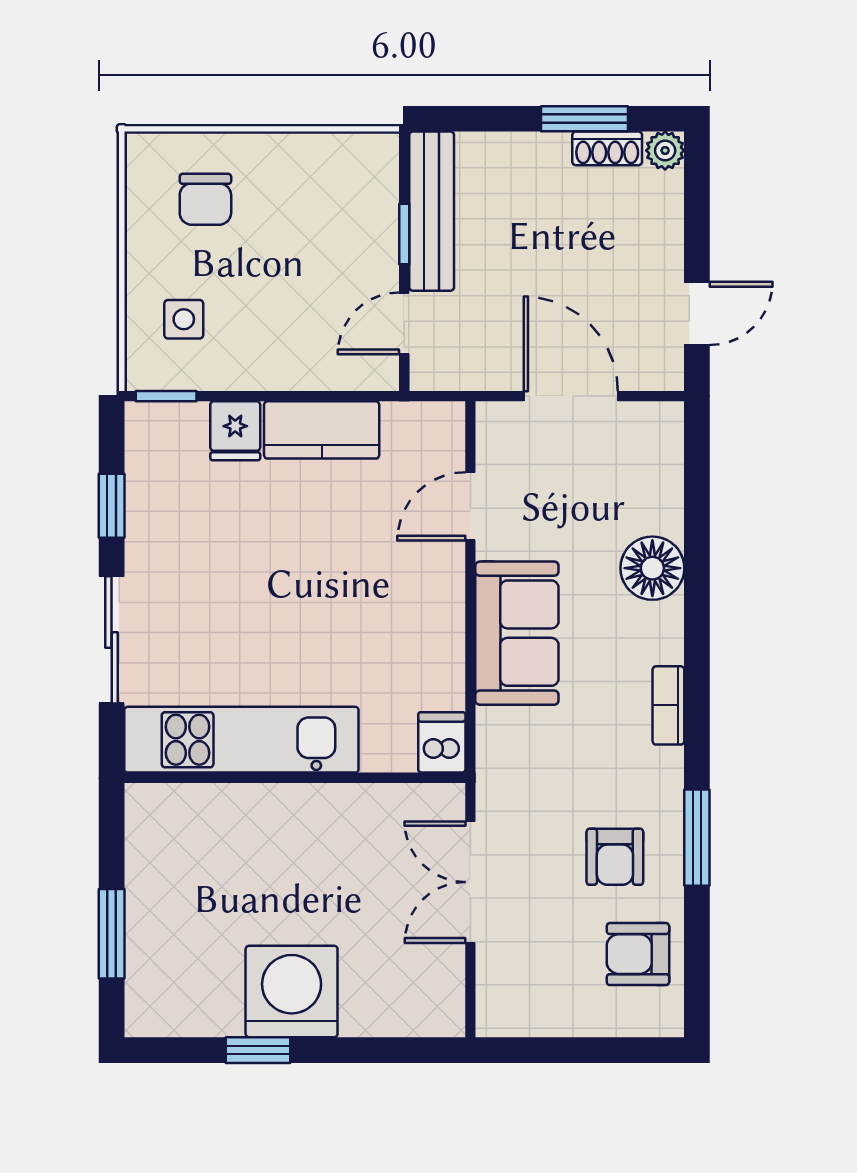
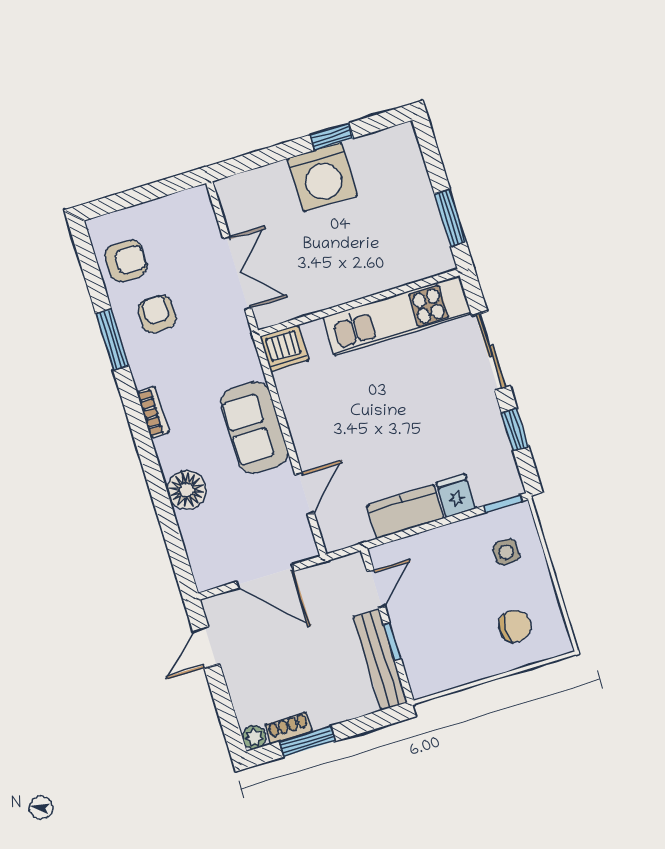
chair: (205, 199) -> (515, 626), turned 90
dishwasher: (442, 742) -> (284, 348), width x1.38
window: (112, 934) -> (450, 218), moved

